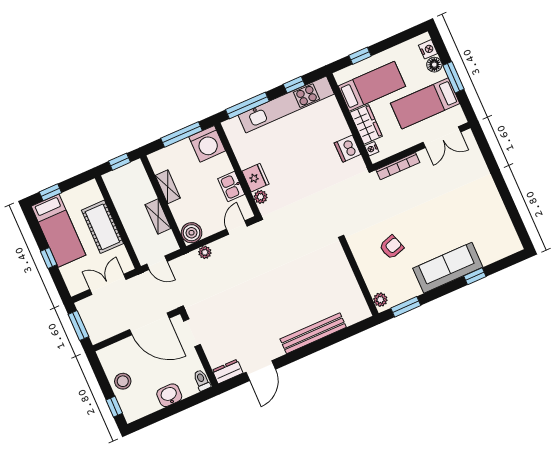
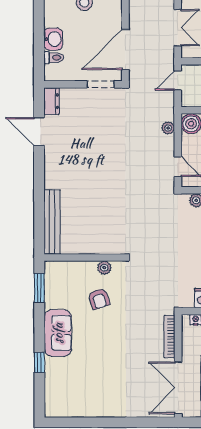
double door: (442, 137) -> (178, 388), width x1.37
sofa: (448, 268) -> (58, 333), width x0.73
plant: (380, 300) -> (104, 268), moved
bench: (313, 333) -> (52, 222), moved
toilet: (202, 380) -> (54, 58), moved

